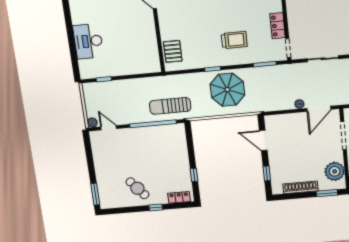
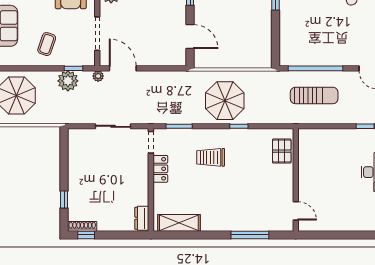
plant: (299, 104) -> (98, 76), moved
sun lounger: (170, 106) -> (314, 95), moved
door: (319, 109) -> (123, 68), hinge flipped

